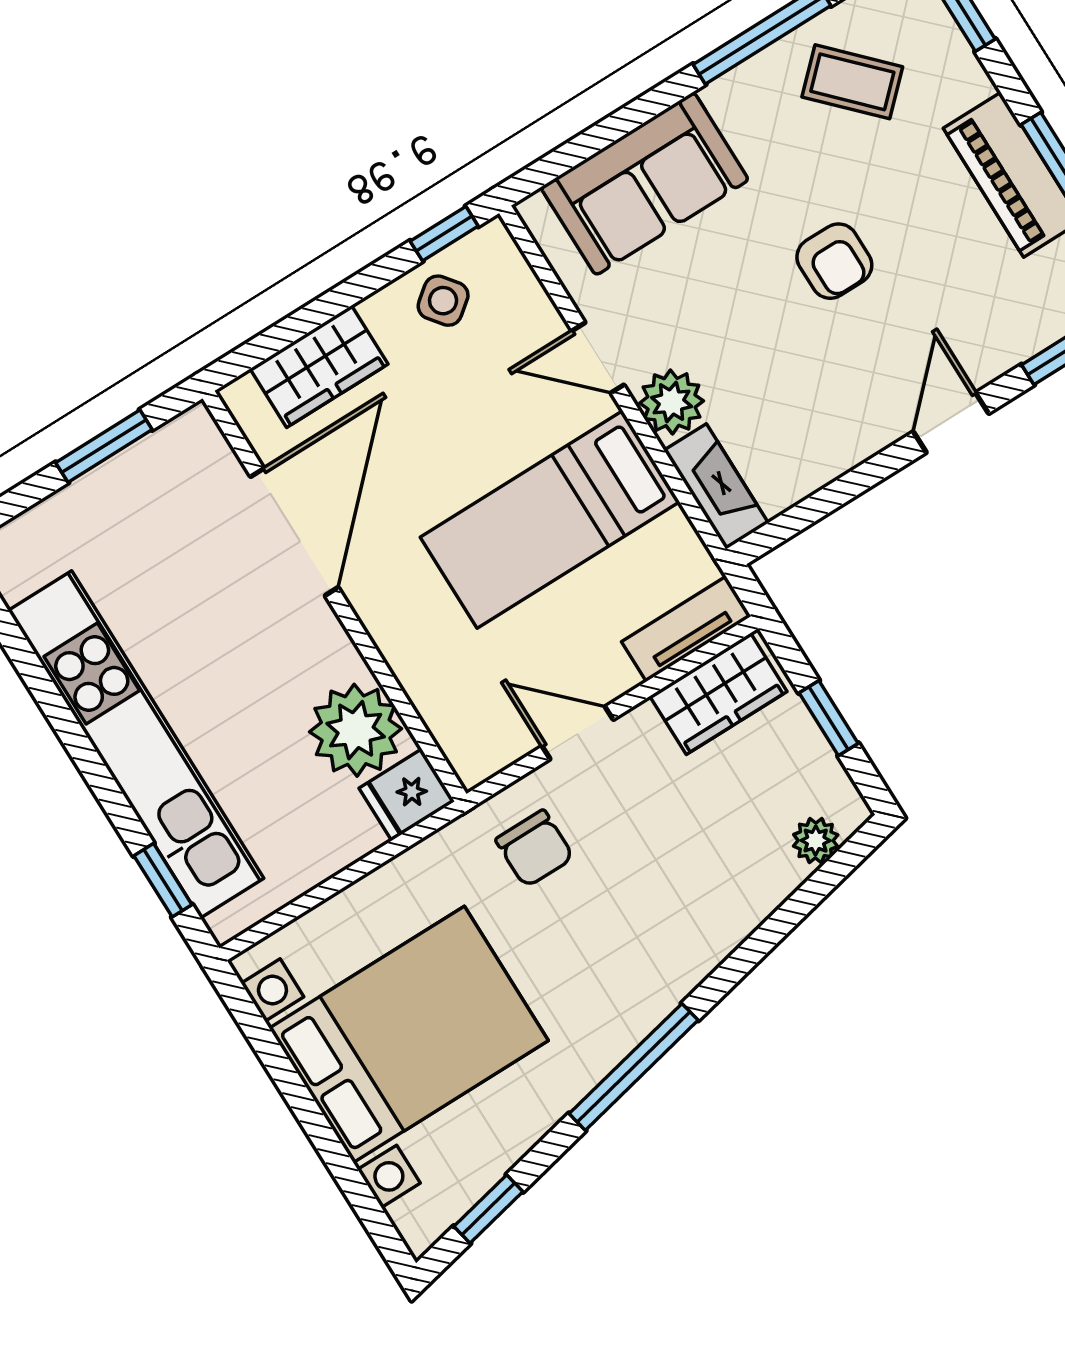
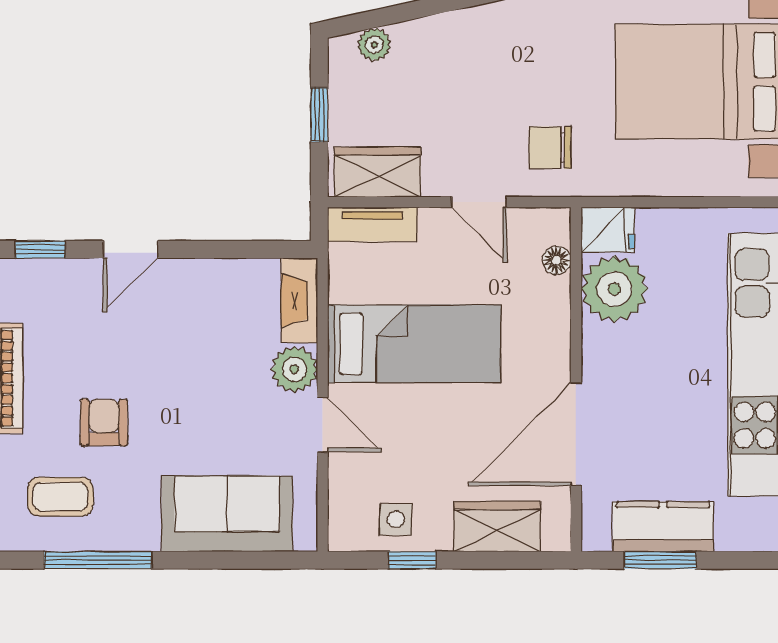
coffee table: (852, 82) -> (60, 497), turned -46
window: (444, 234) -> (412, 560), moved
armchair: (834, 261) -> (104, 422), moved
side table: (443, 301) -> (396, 519), turned 38
kitchen counter: (125, 488) -> (663, 527), added
floor lamp: (444, 722) -> (557, 260), added
chair: (535, 849) -> (550, 148), turned -90

